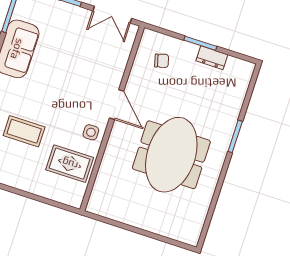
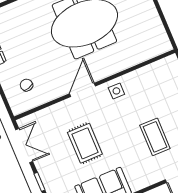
rug: (70, 164) -> (85, 143), moved

